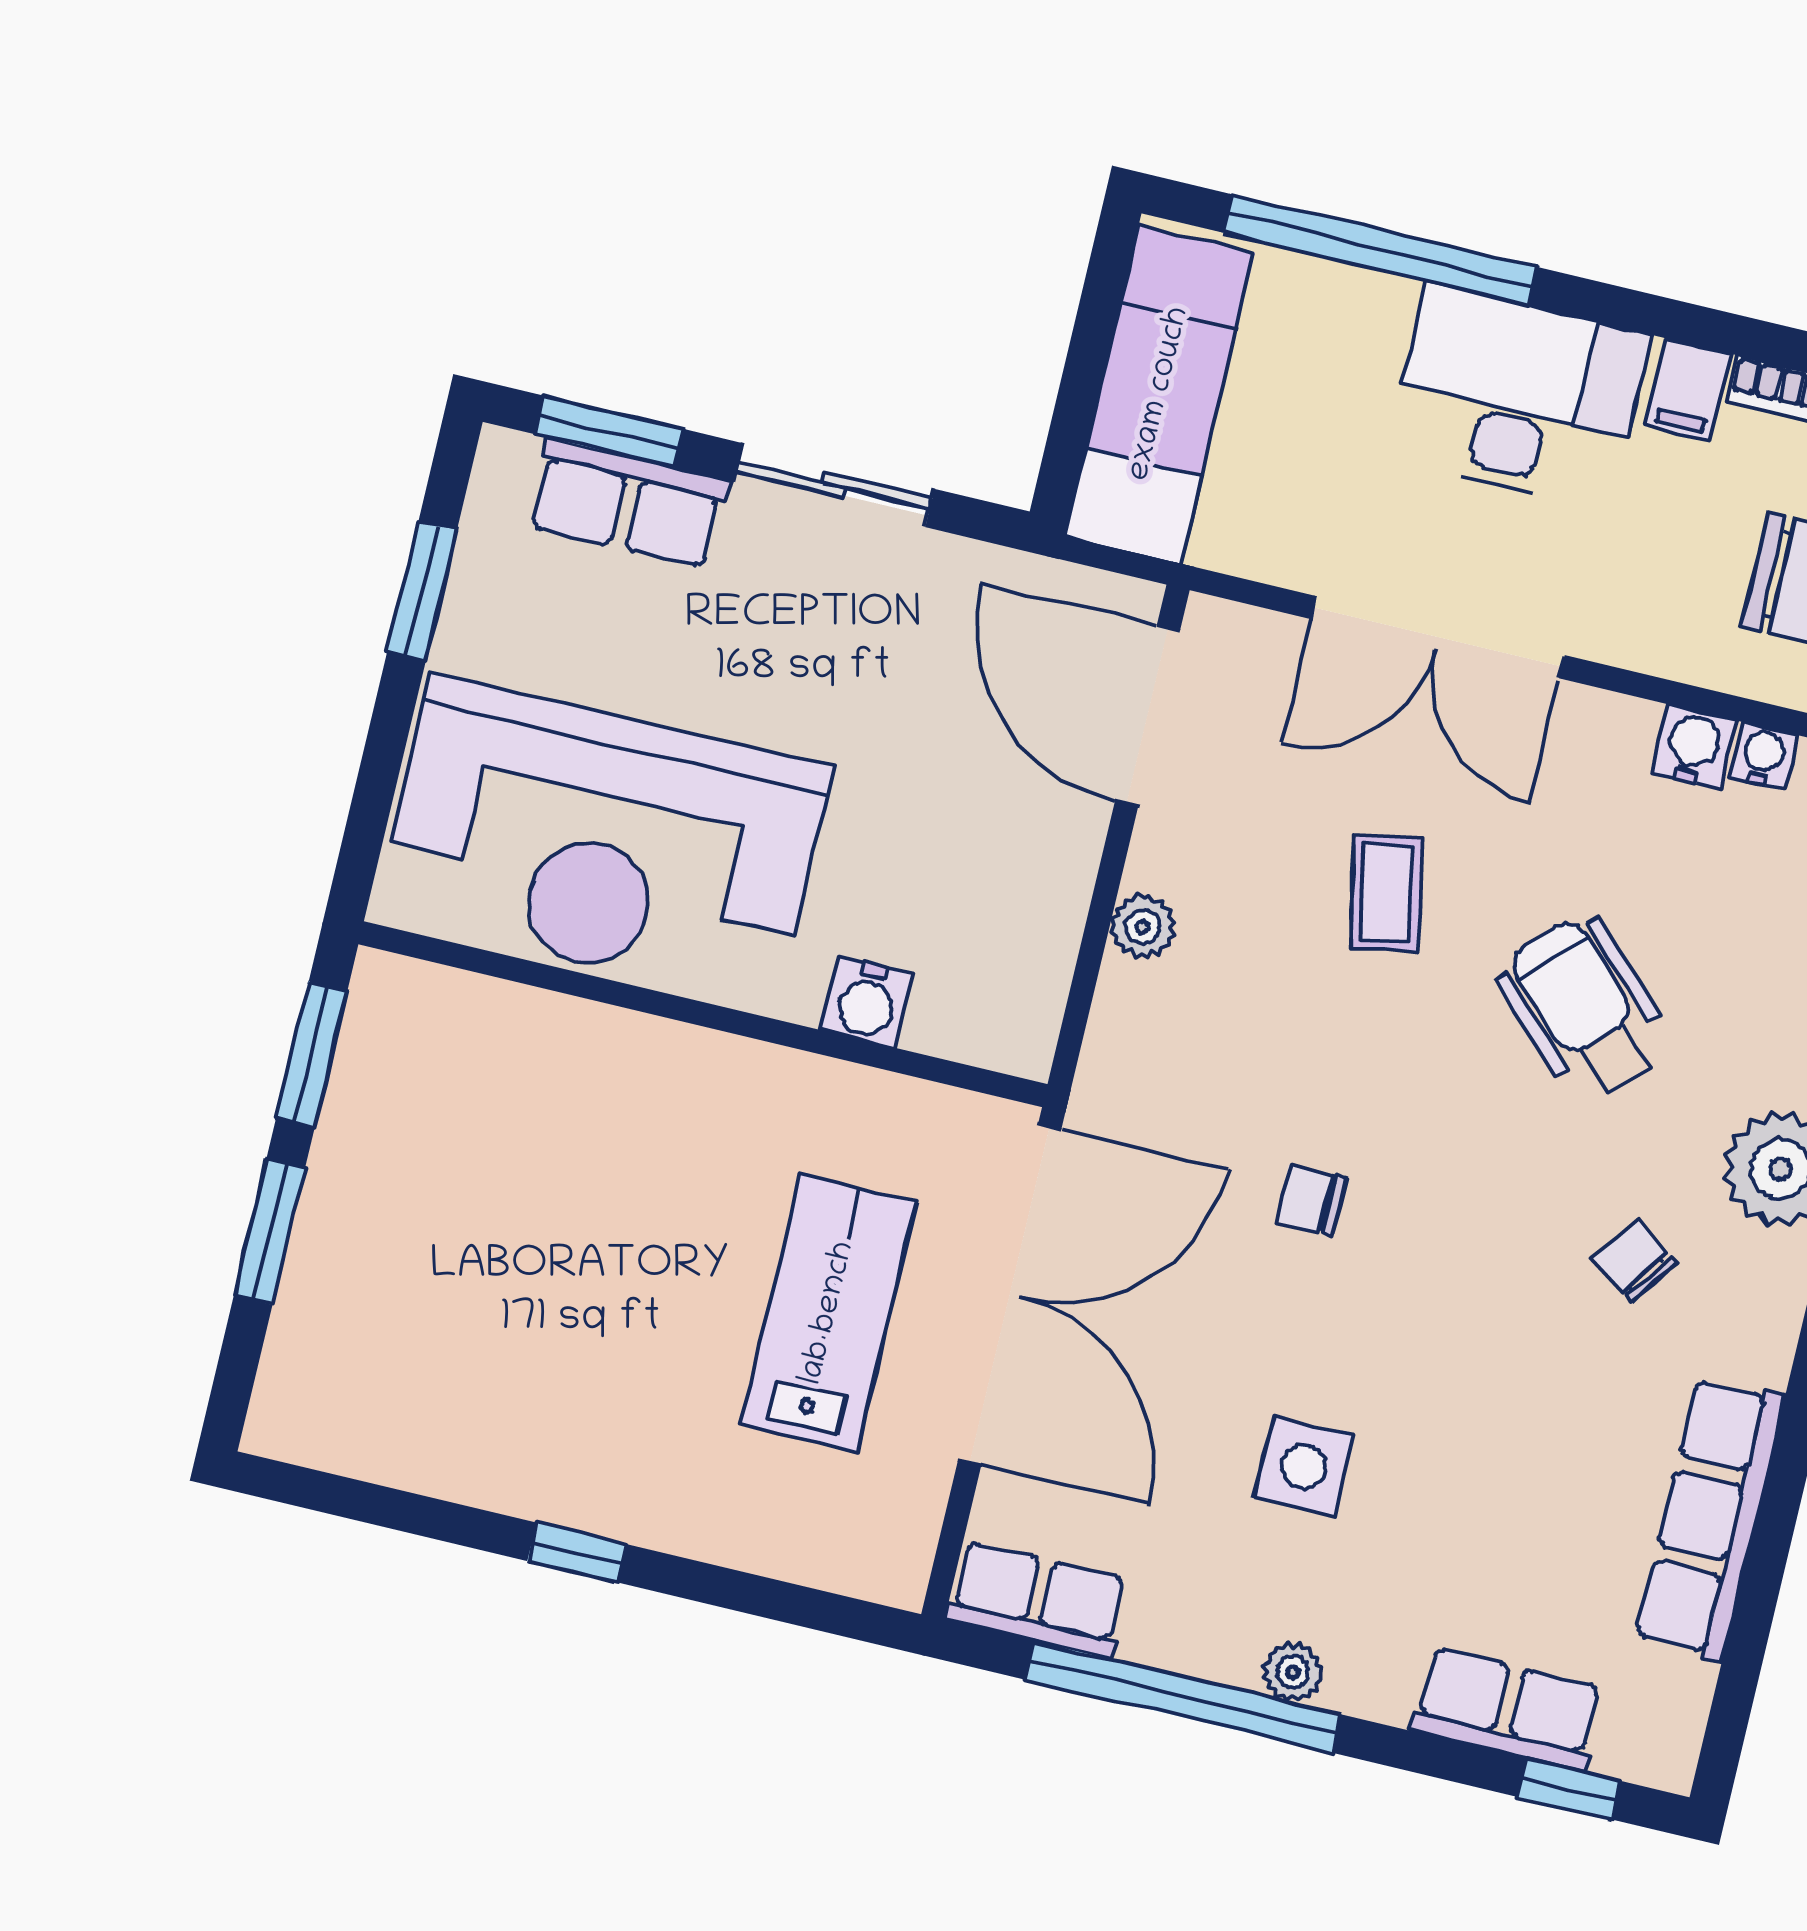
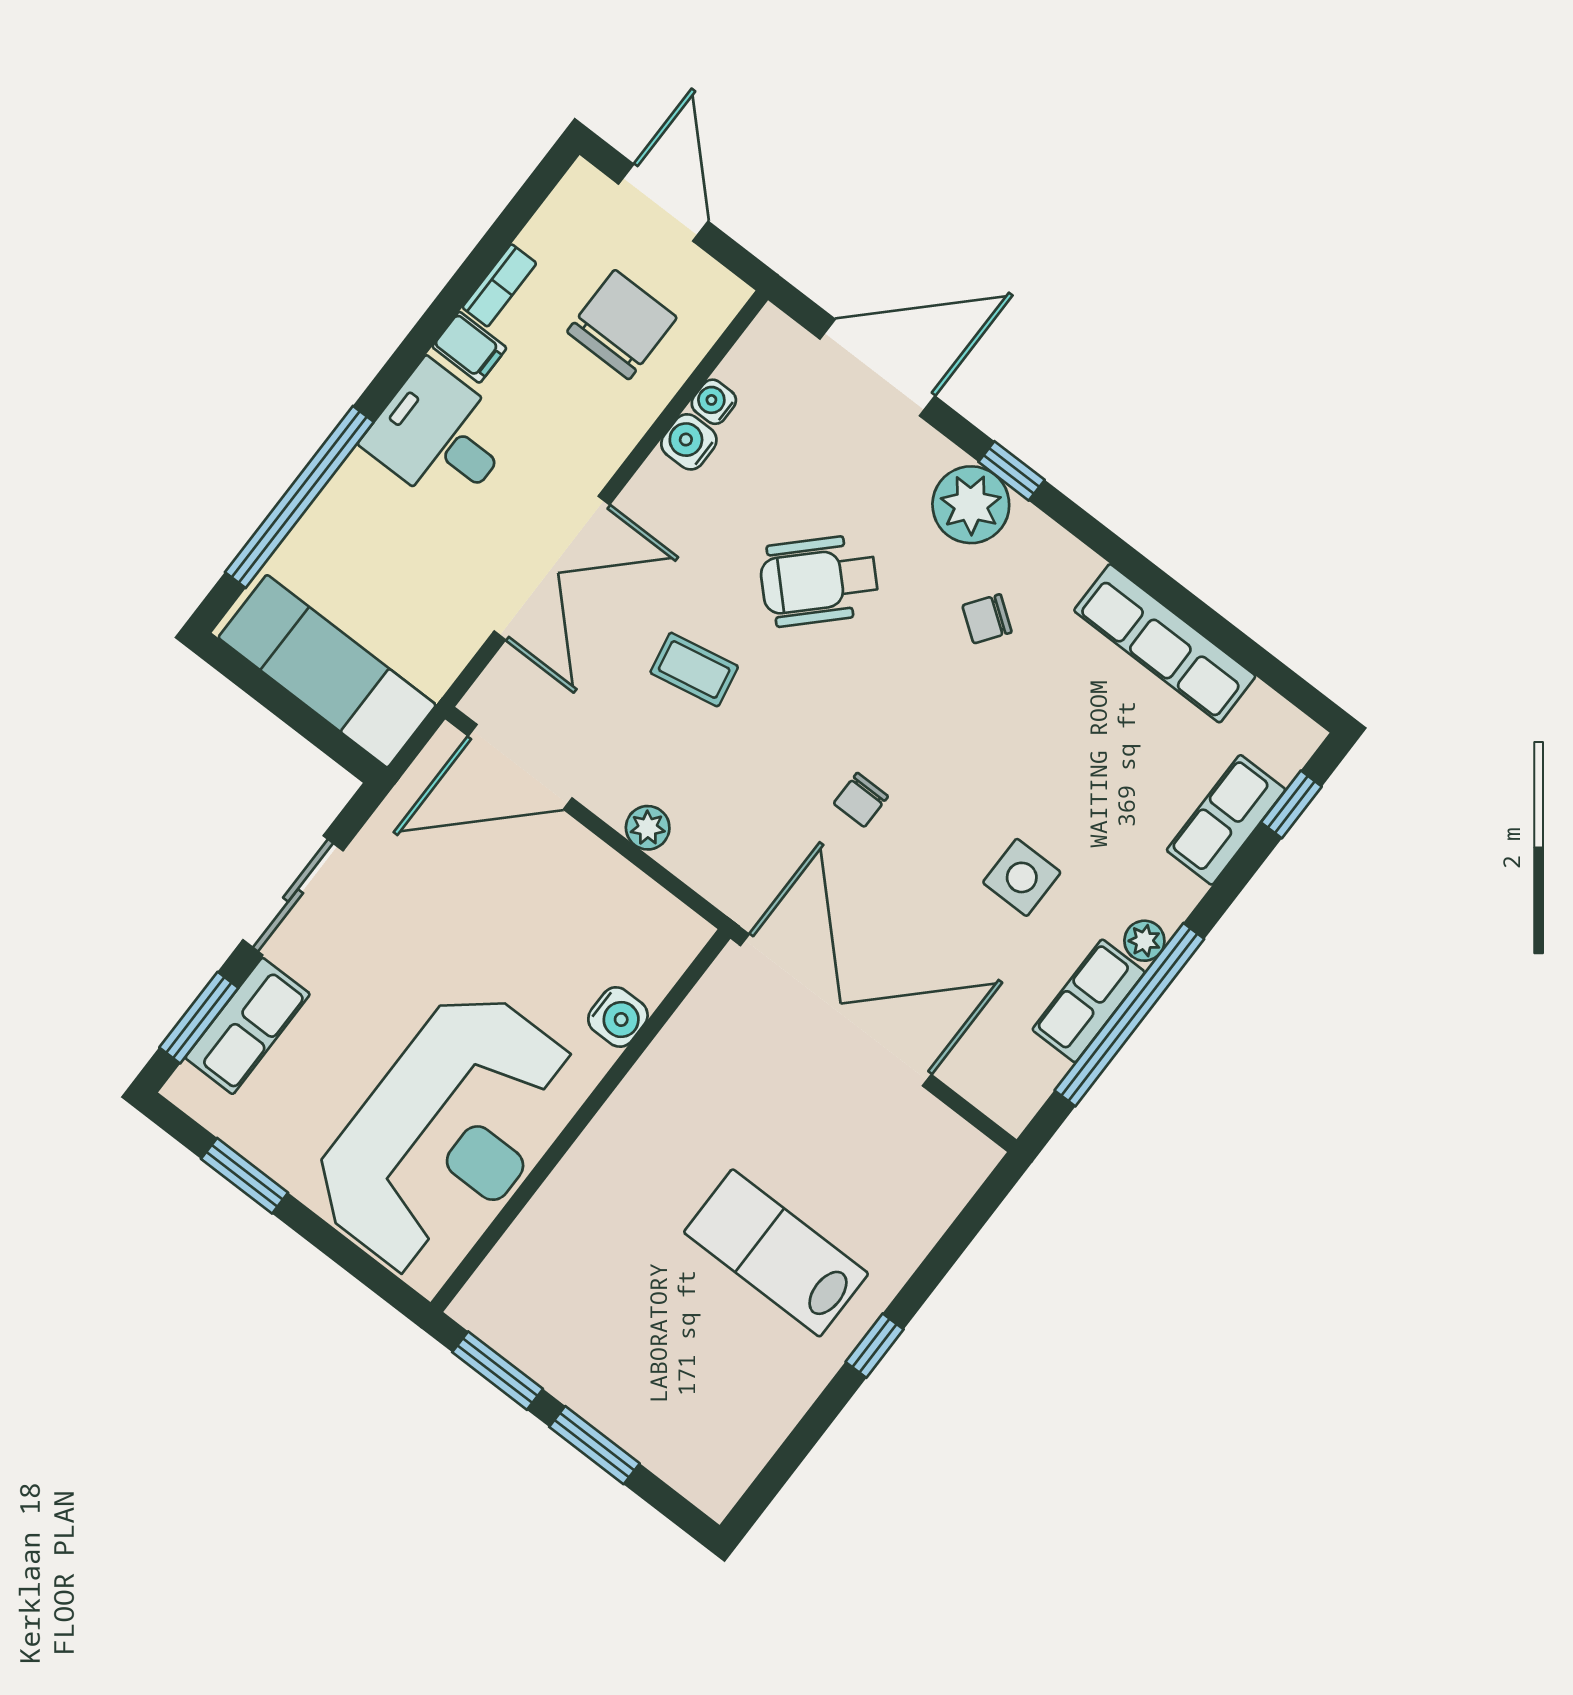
desk: (1518, 397) -> (440, 436), width x0.73
lab bench: (829, 1313) -> (776, 1253), moved
row of seats: (1037, 1600) -> (1089, 1001), moved

